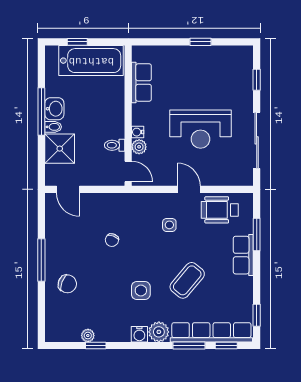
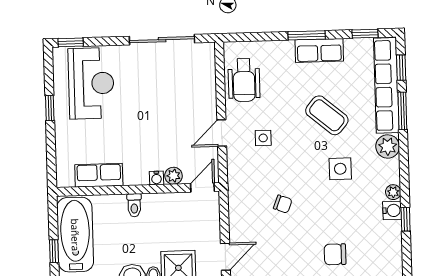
window: (257, 80) -> (71, 42), moved
reception desk: (200, 129) -> (91, 83), moved
toilet: (115, 145) -> (134, 205), moved
door: (189, 189) -> (222, 133), moved
window: (257, 234) -> (307, 35), moved
row of seats: (243, 255) -> (319, 50), moved
chair: (67, 284) -> (335, 254), turned -110
water cooler: (139, 334) -> (392, 210), moved
plant: (88, 336) -> (393, 192), moved

